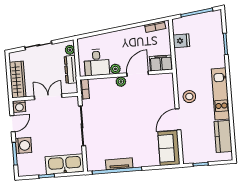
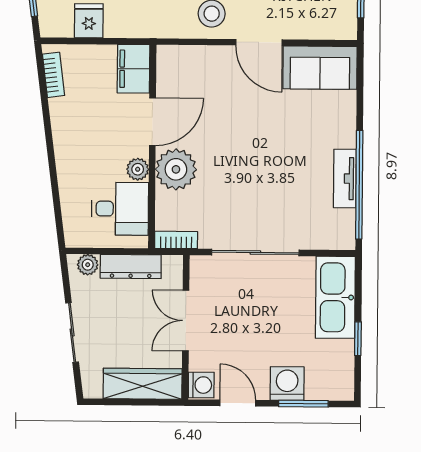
door: (138, 74) -> (152, 122), swing flipped
plant: (121, 82) -> (176, 169), width x1.88, depth x1.88

